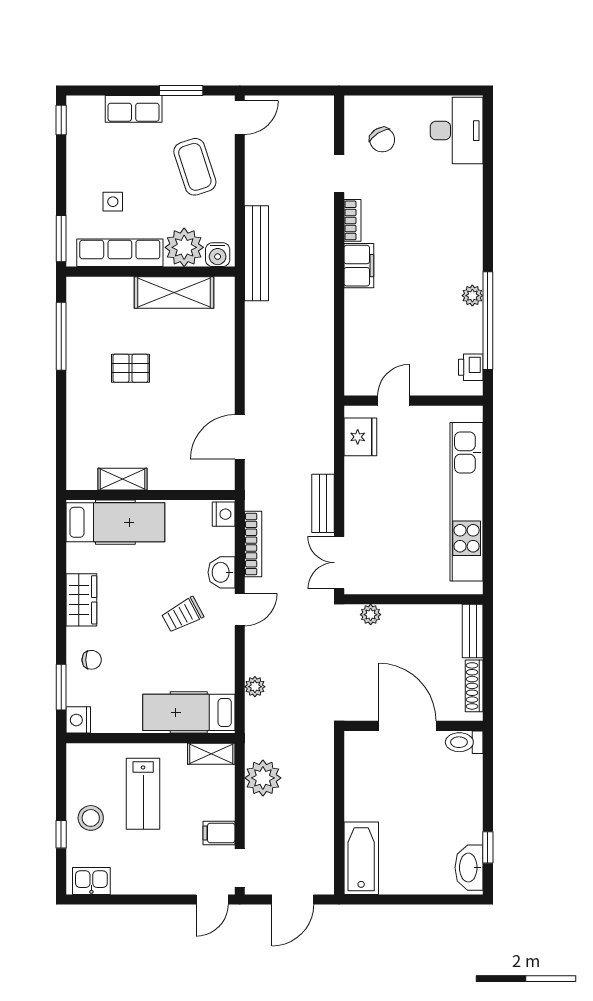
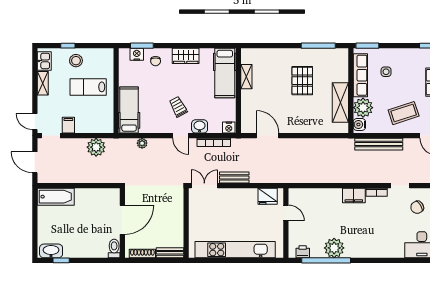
bench: (257, 253) -> (379, 144), moved
plant: (472, 296) -> (334, 248), width x1.88, depth x1.88
pallet: (130, 368) -> (302, 81), width x1.50, depth x1.42
plant: (371, 615) -> (178, 201), removed
nightstand: (78, 720) -> (137, 54), moved
shelving: (211, 754) -> (43, 83), moved

